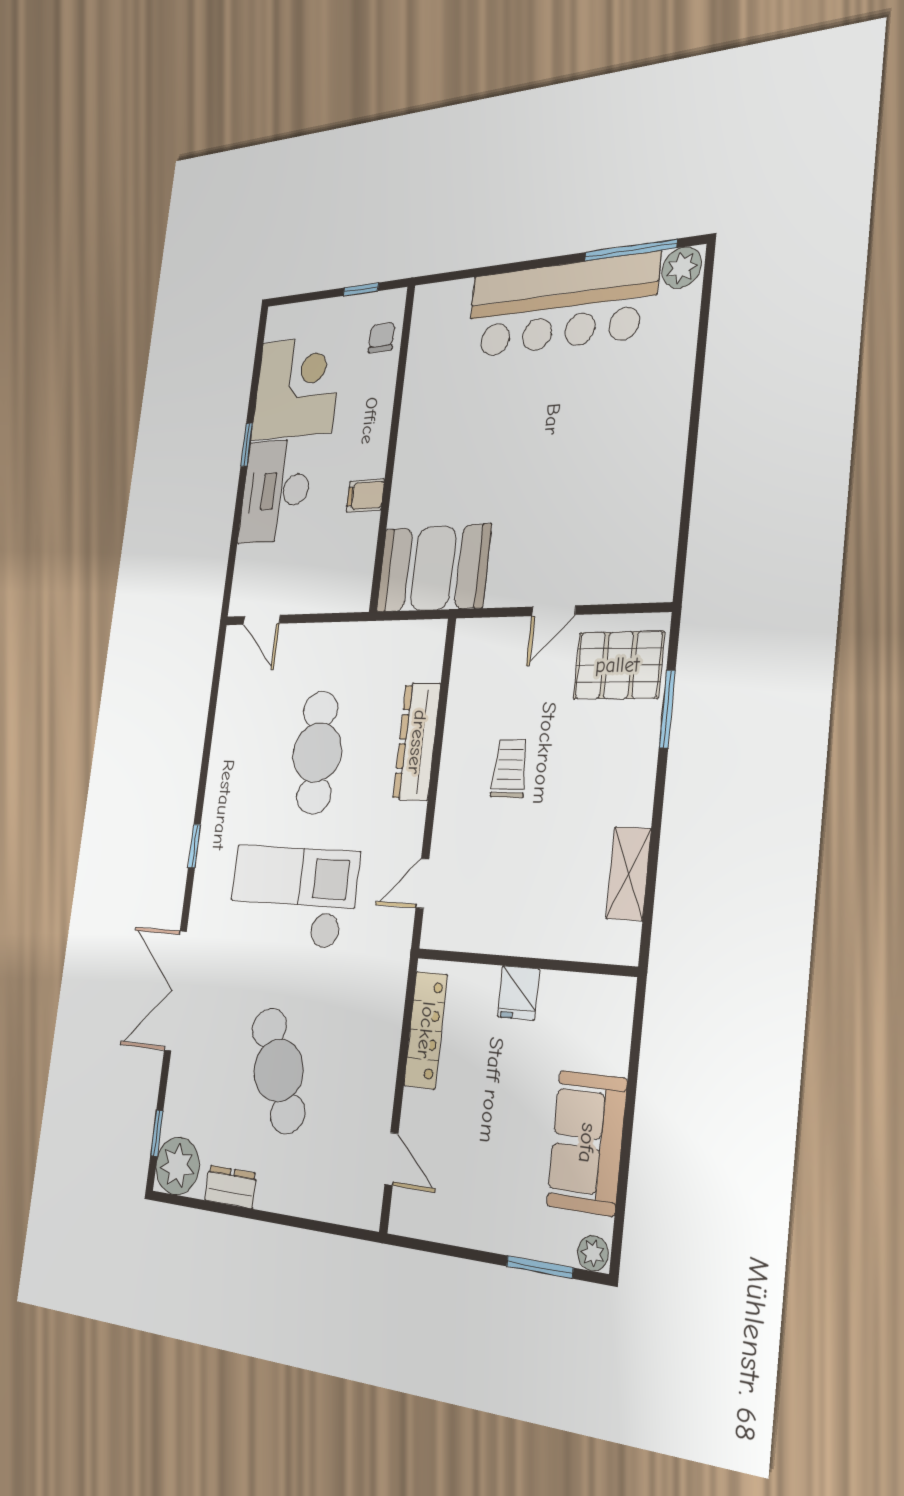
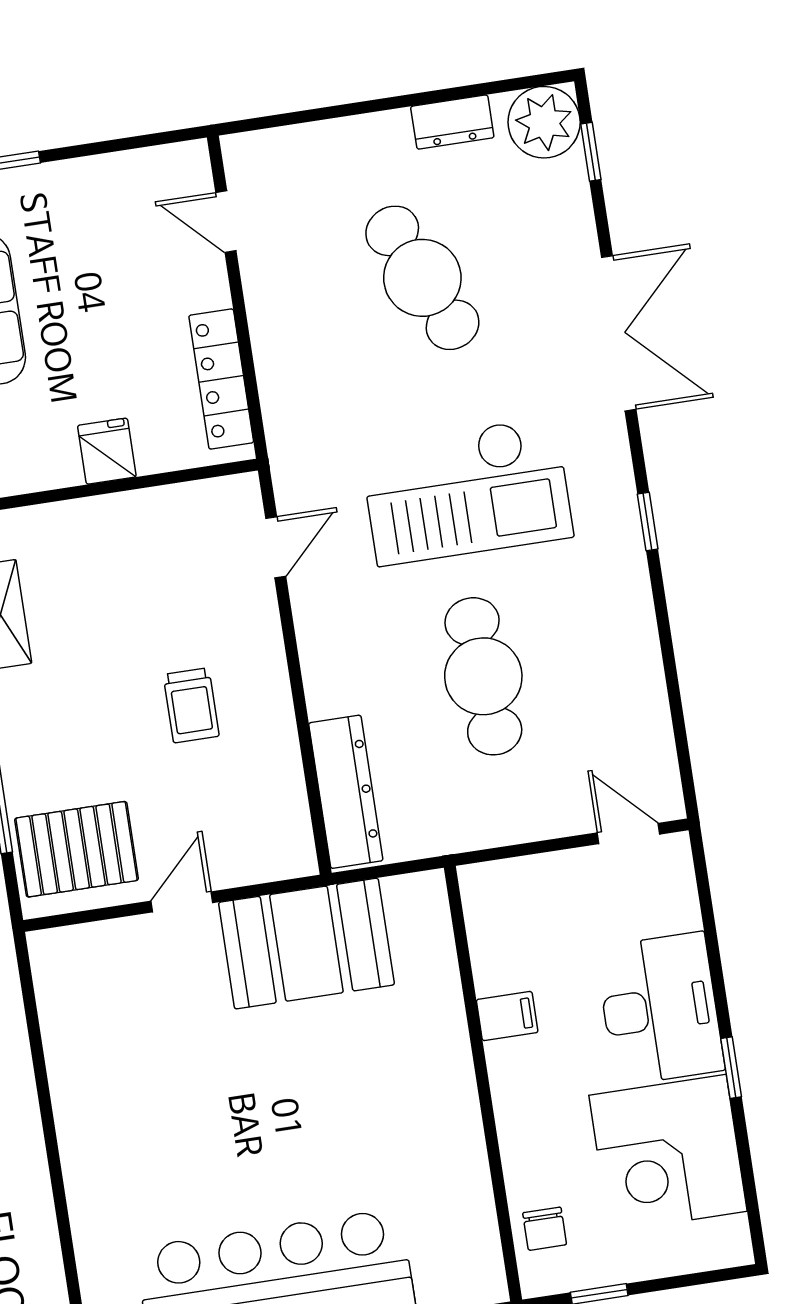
booth: (433, 568) -> (306, 944), moved
dresser: (417, 742) -> (346, 792), moved

